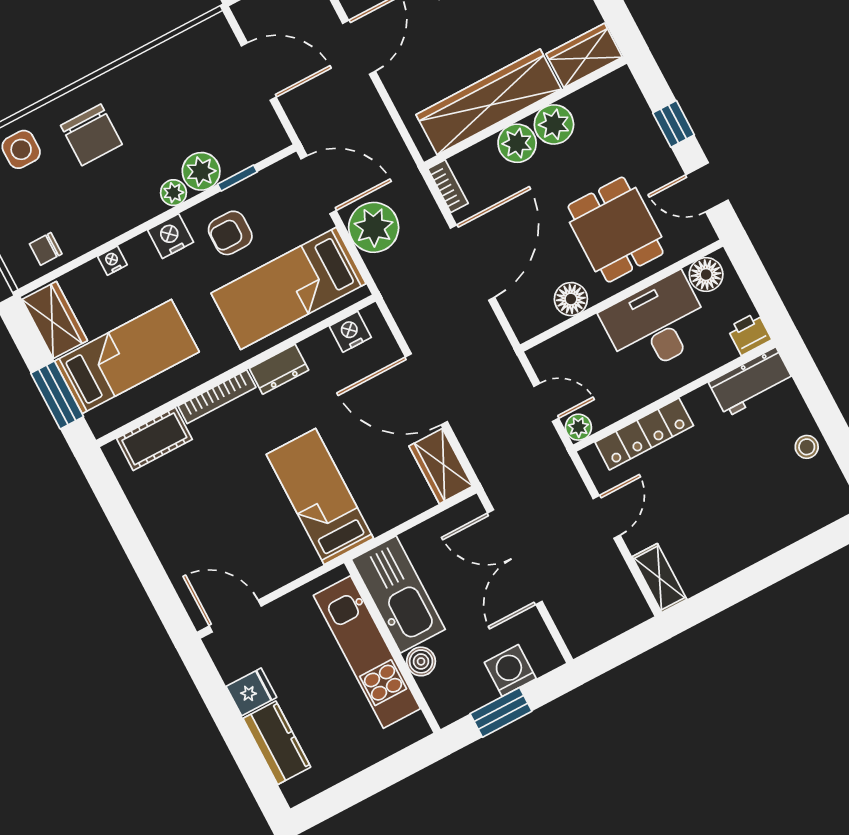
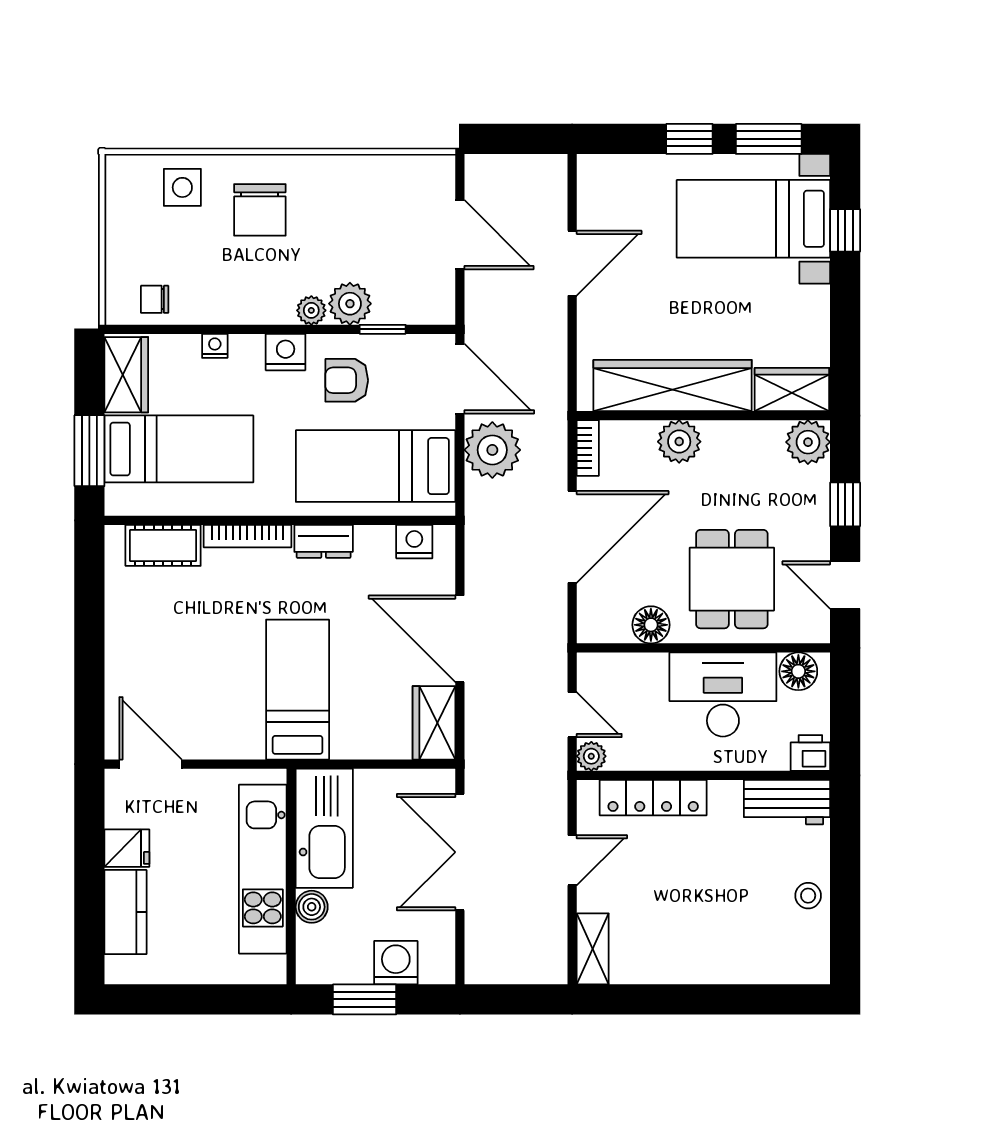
plant: (554, 124) -> (808, 442), moved

